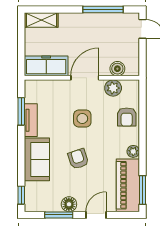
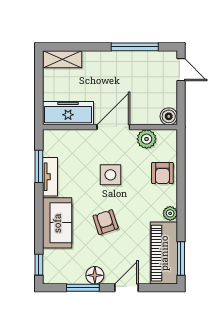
boiler: (117, 69) -> (169, 116), moved

